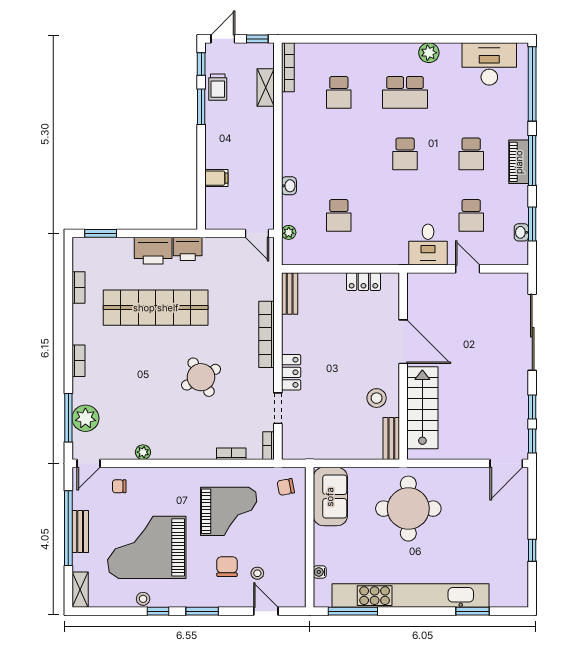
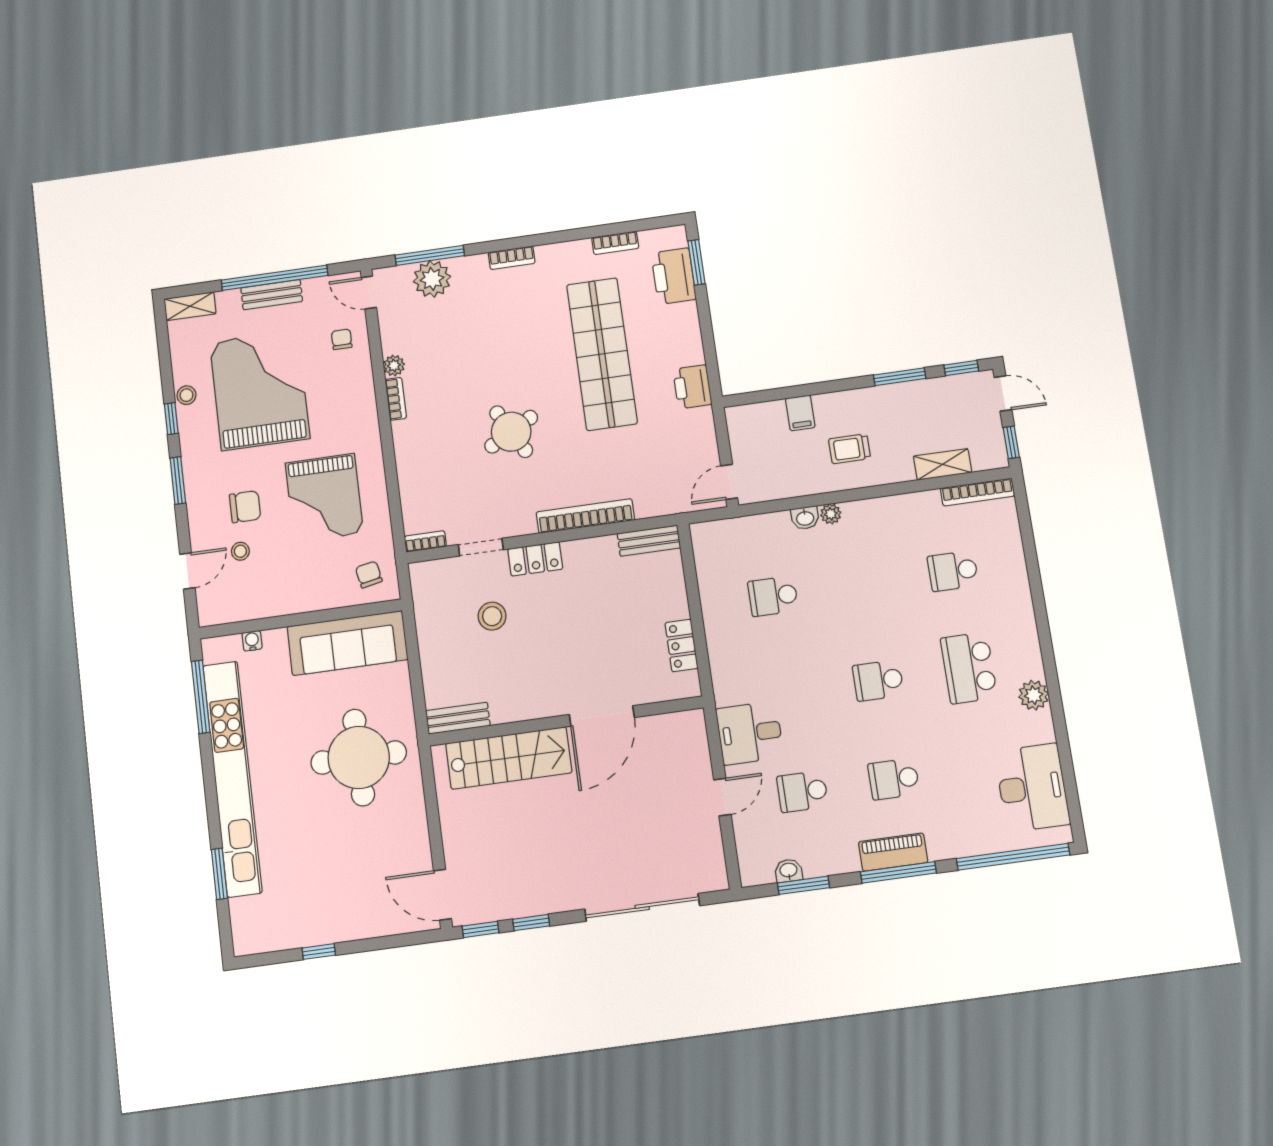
trolley: (218, 87) -> (849, 449), moved
plant: (289, 232) -> (831, 514), moved
printer: (153, 251) -> (674, 276), moved
stool: (377, 398) -> (492, 616), moved
bookcase: (231, 454) -> (396, 399), moved
sofa: (330, 497) -> (347, 643), width x1.36

